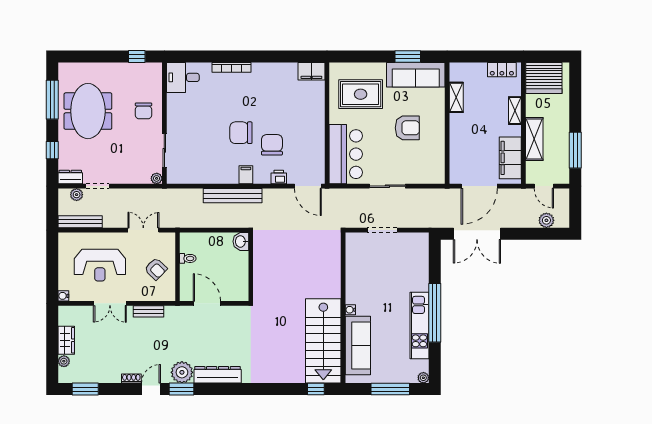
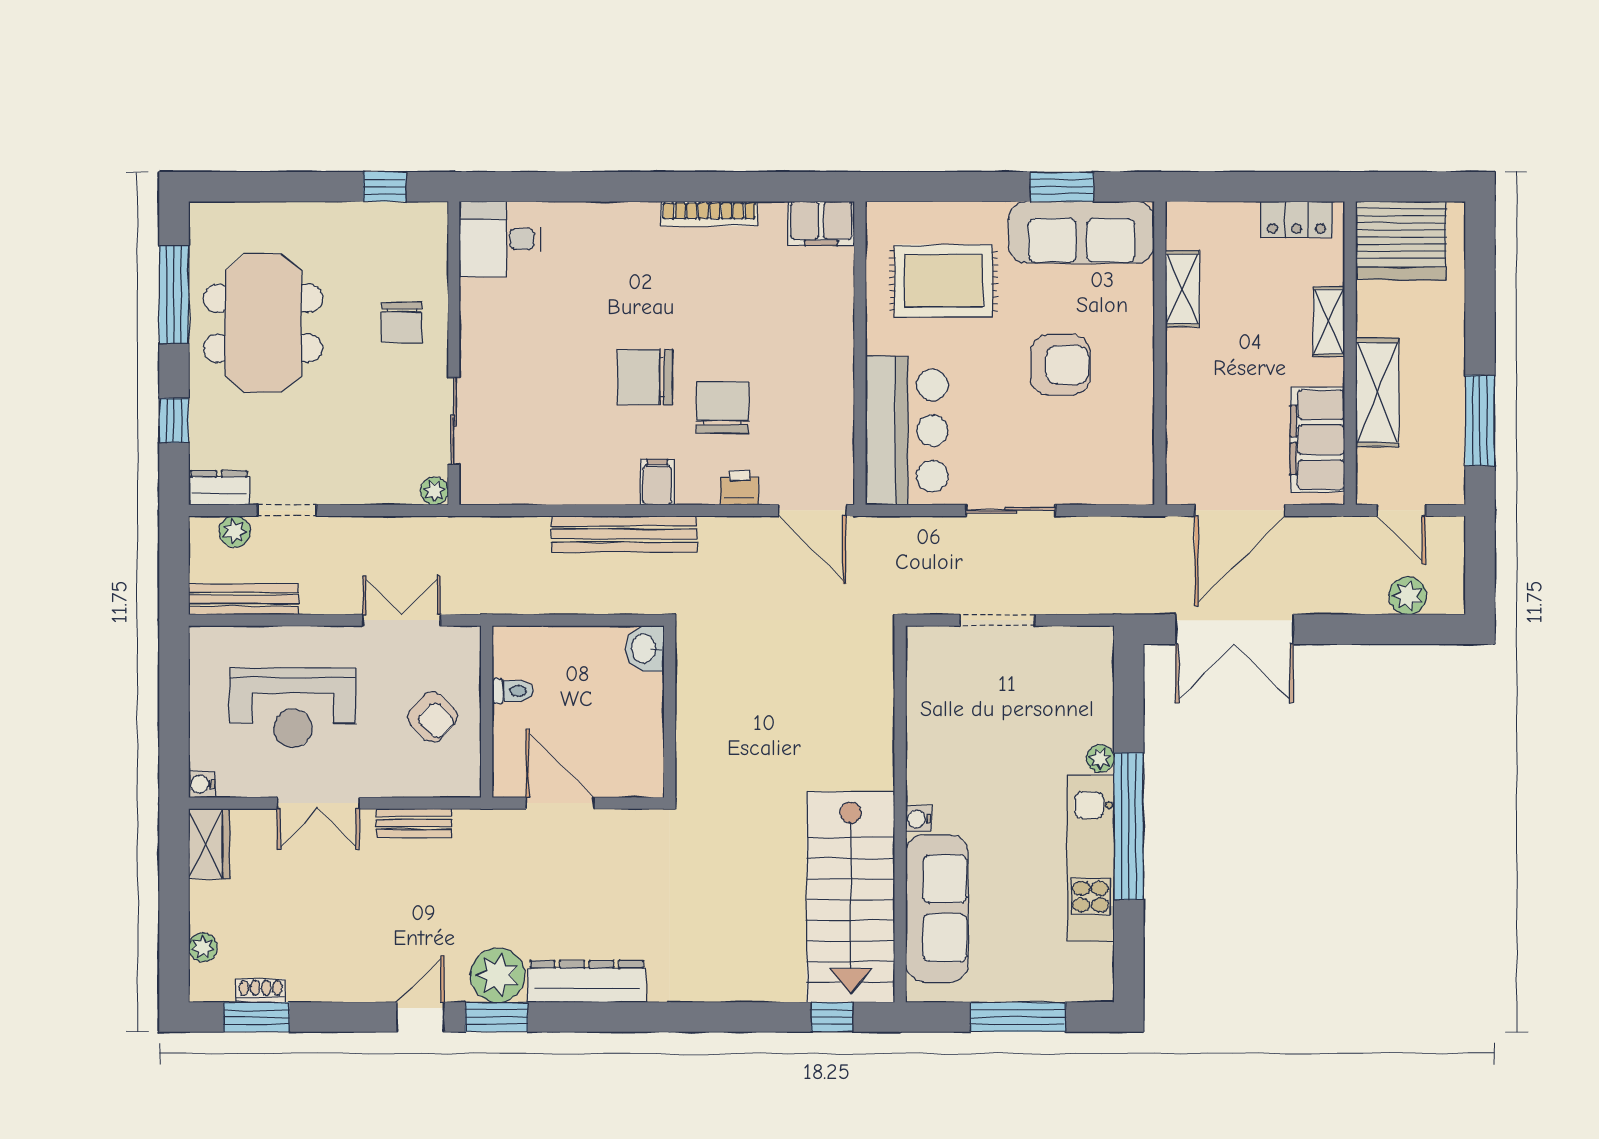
bookcase: (232, 67) -> (709, 214), moved
wardrobe: (66, 340) -> (209, 844), moved
plant: (423, 378) -> (1100, 759), moved
shoe rack: (131, 379) -> (261, 991), moved

